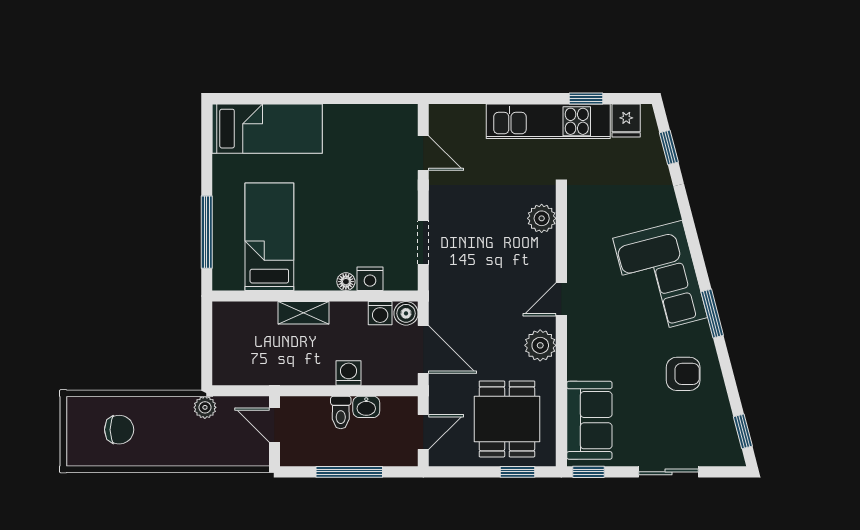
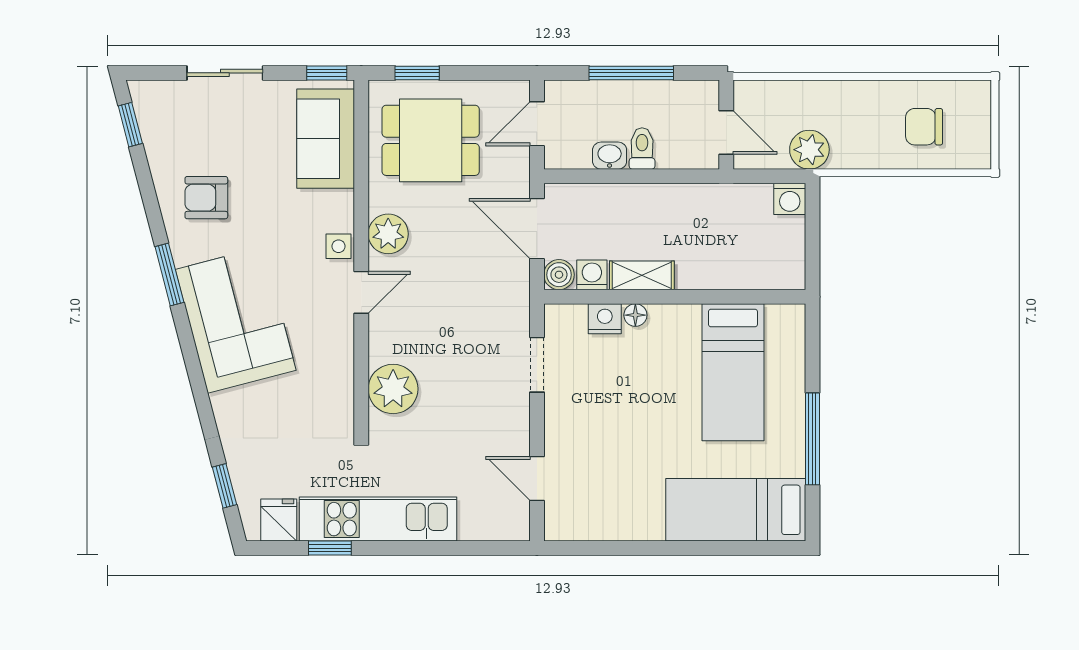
plant: (542, 218) -> (393, 389), width x1.36, depth x1.36
window: (207, 232) -> (812, 439), moved
shelving: (303, 313) -> (642, 275), moved
side table: (579, 336) -> (338, 246), added
washing machine: (349, 373) -> (790, 199), moved
plant: (205, 407) -> (809, 150), width x1.38, depth x1.38
dining table: (507, 419) -> (431, 140), turned 90

